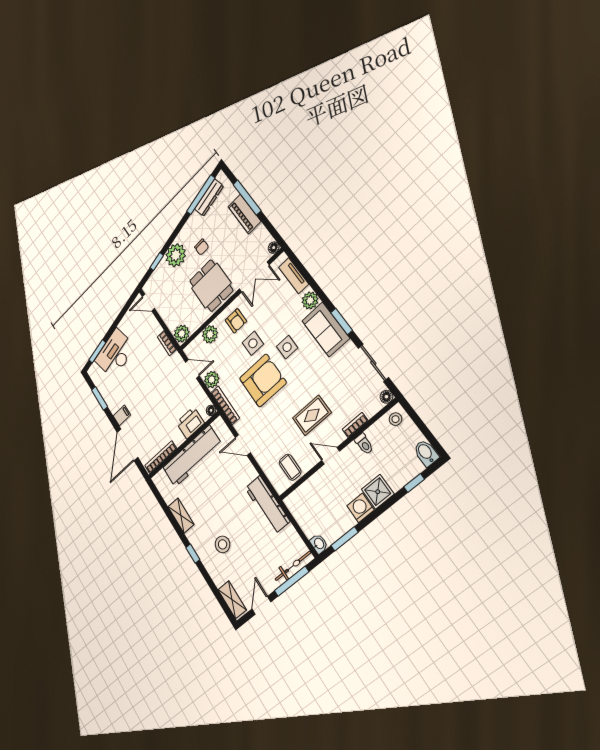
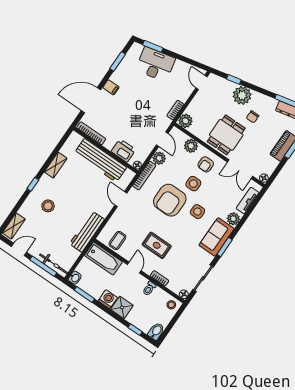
armchair: (263, 380) -> (170, 200), turned 90
bathtub: (307, 495) -> (103, 259), added

